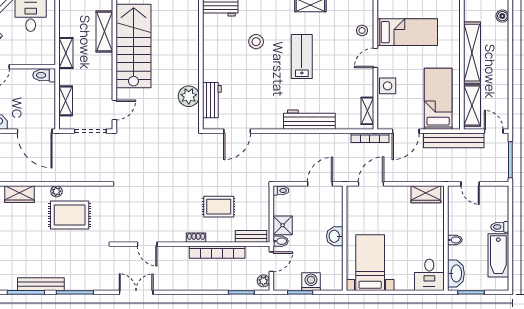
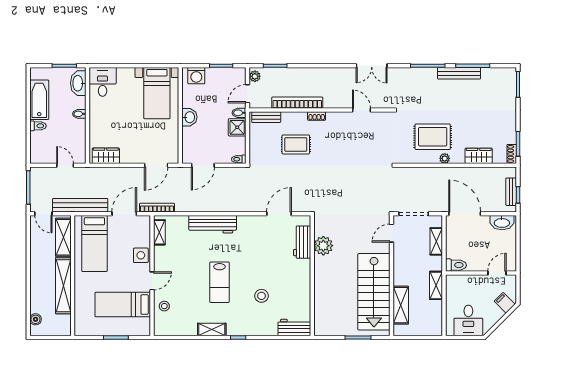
washing machine: (311, 282) -> (196, 76), moved

